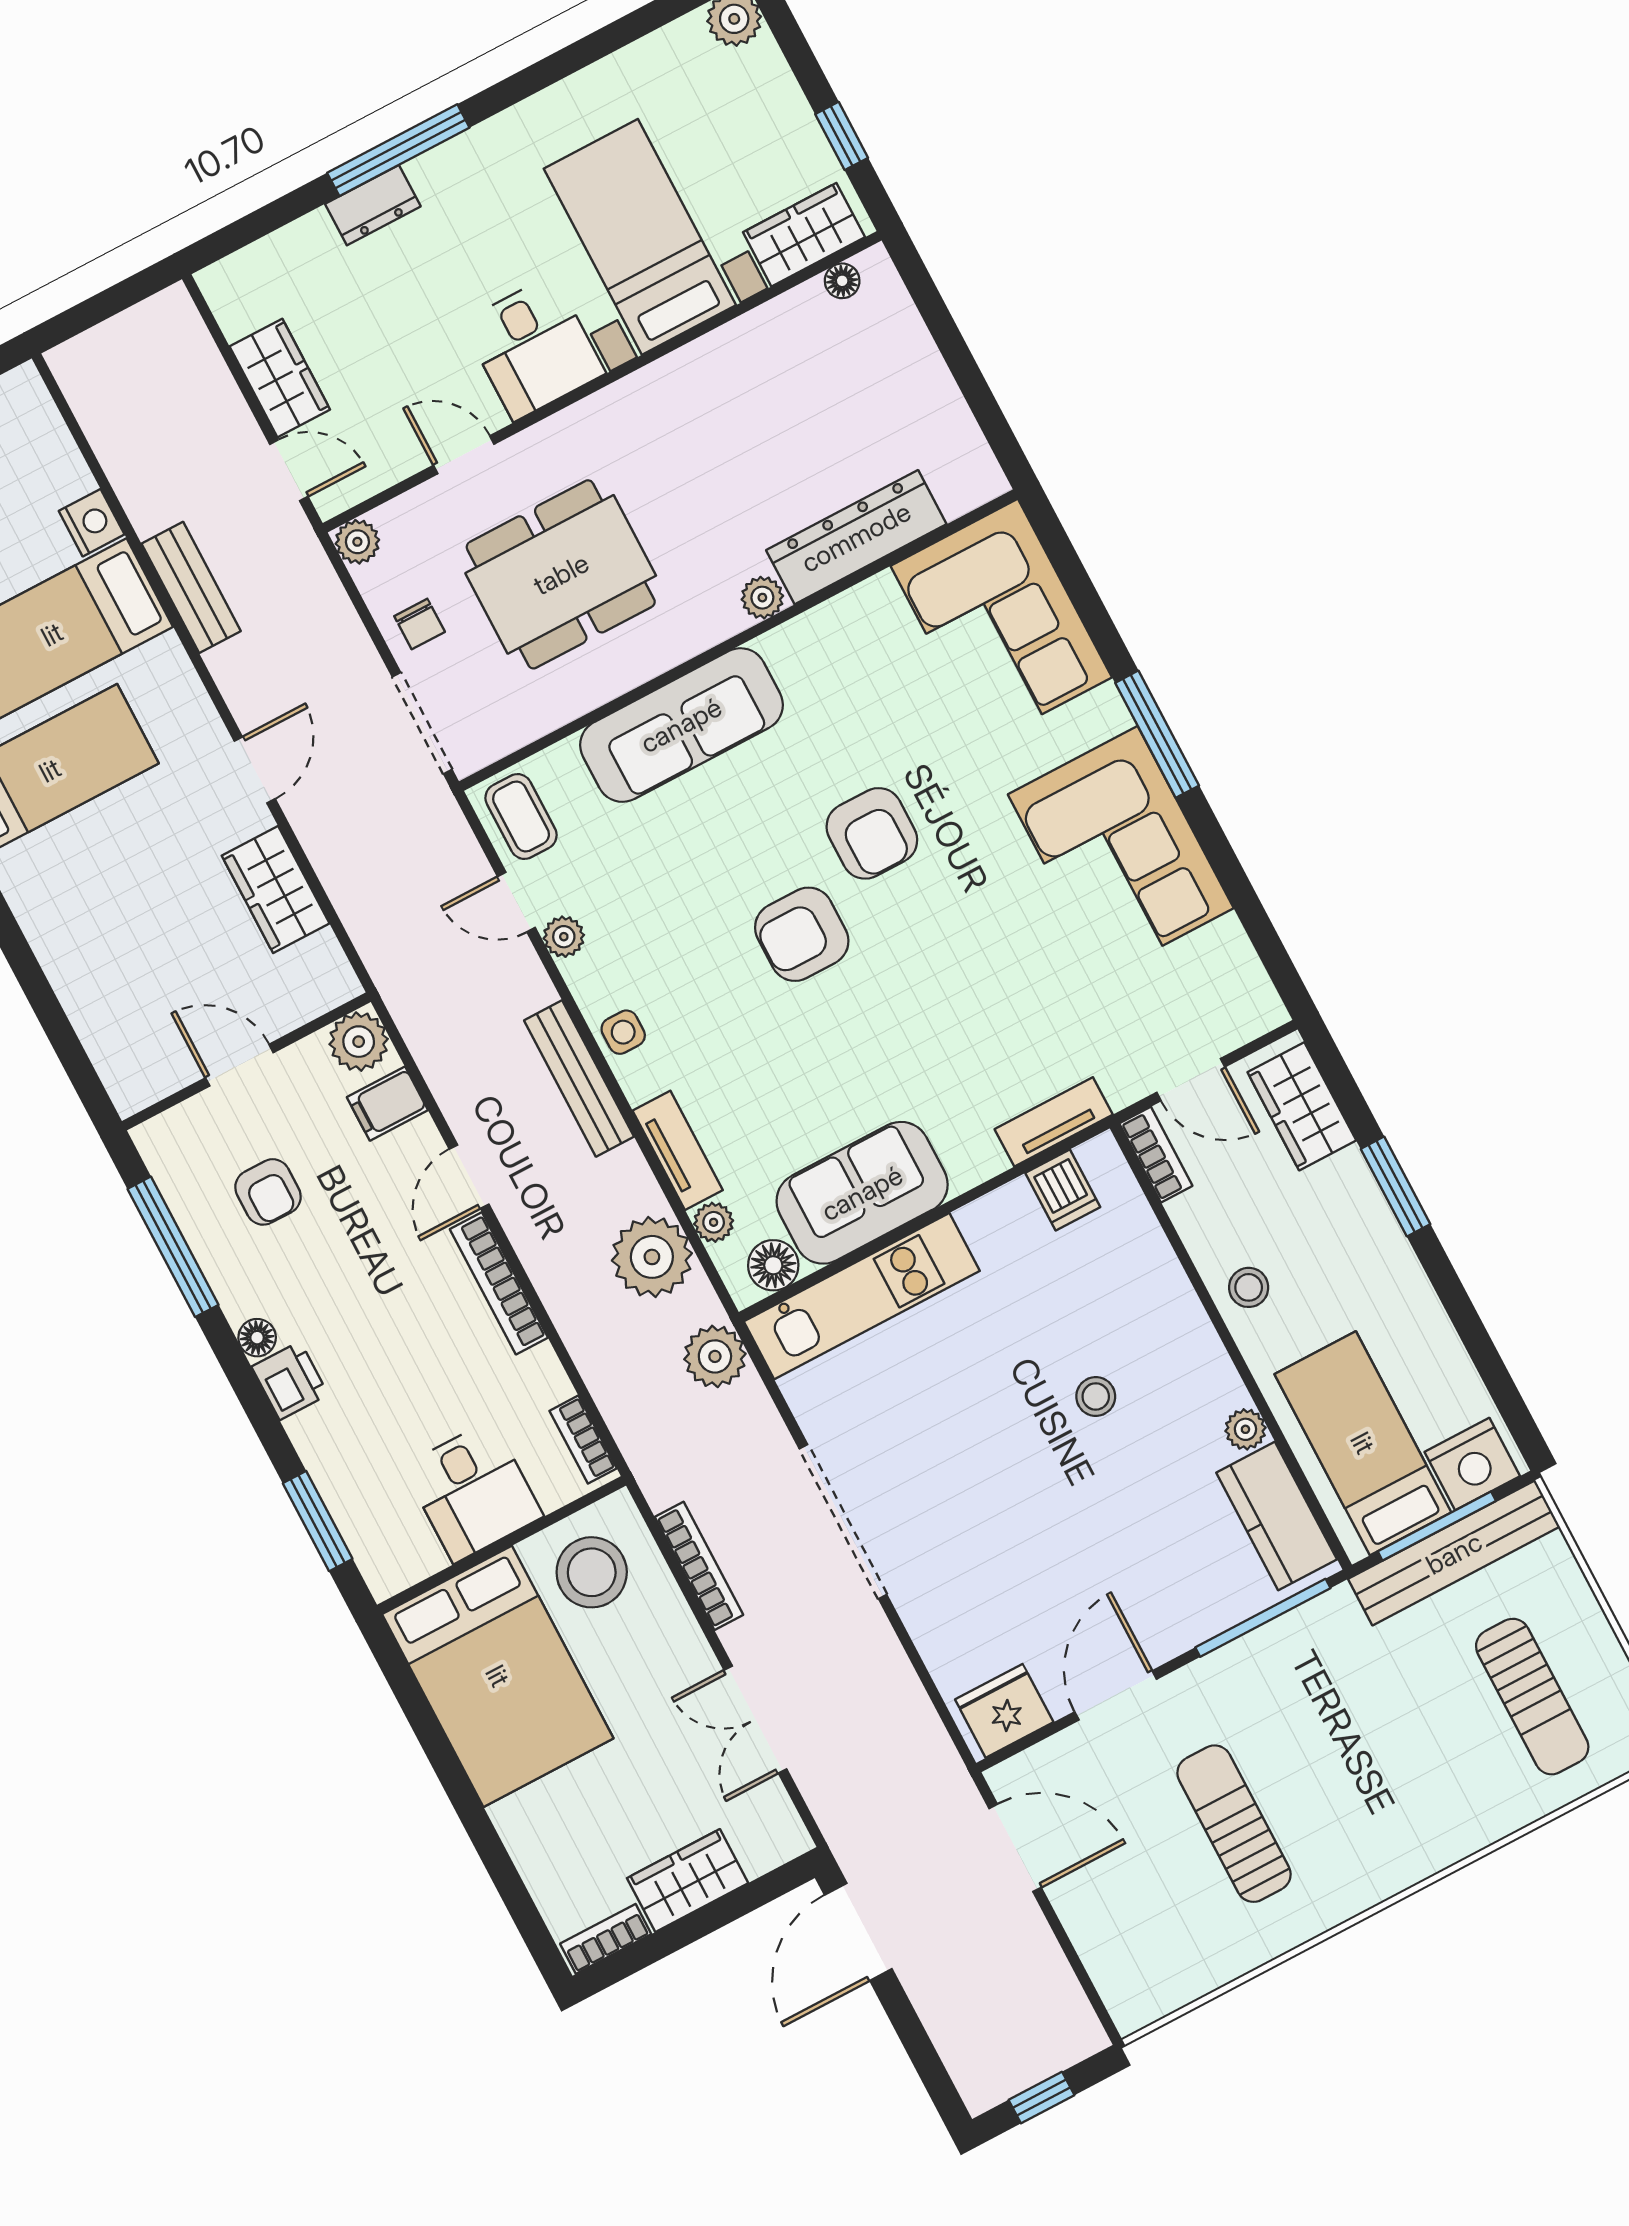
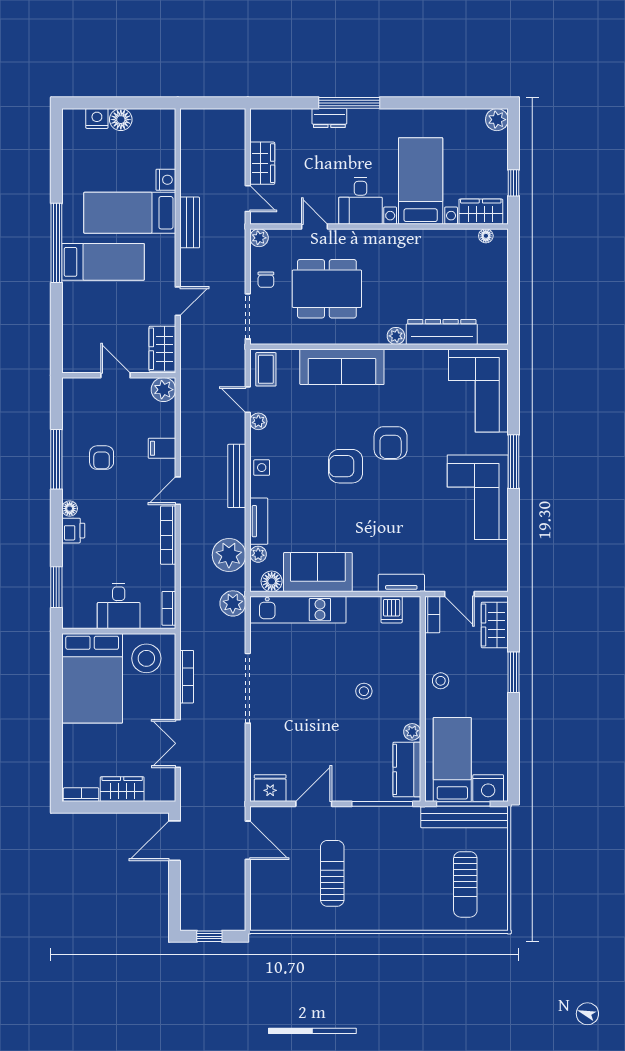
plant: (359, 1042) -> (163, 390), moved
wall: (246, 1061) -> (119, 375), moved
door: (239, 1065) -> (115, 375), moved

